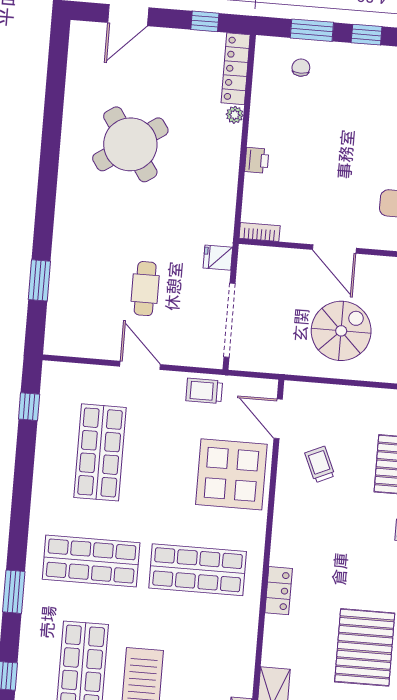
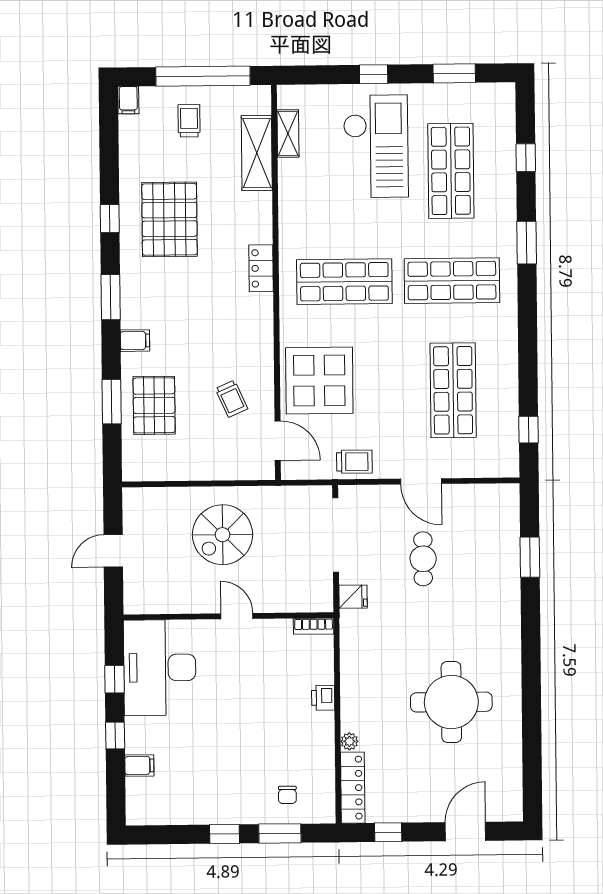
round table: (130, 144) -> (451, 702), turned 35
door: (334, 249) -> (237, 616), width x0.73

